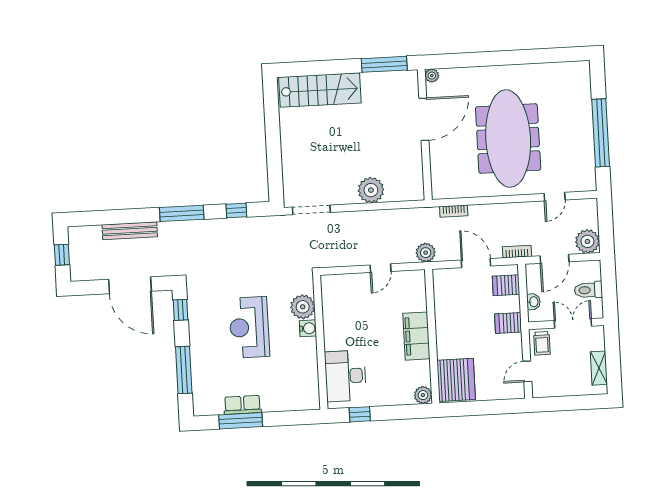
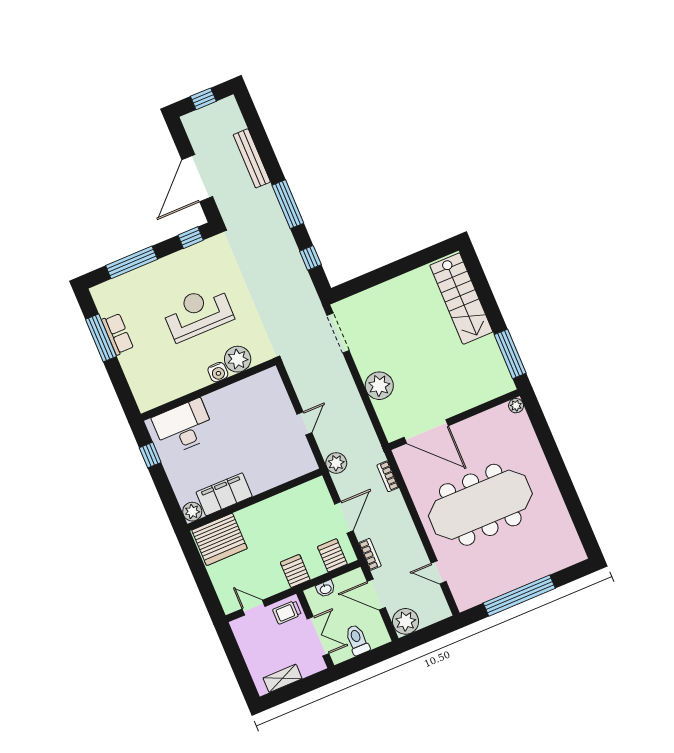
door: (424, 119) -> (426, 431), moved
door: (381, 268) -> (304, 423), swing flipped
filing cabinet: (416, 336) -> (224, 494), moved

